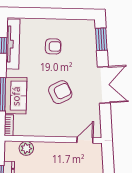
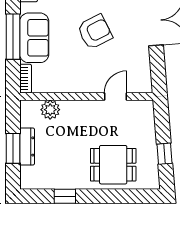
door: (85, 140) -> (116, 97), moved

